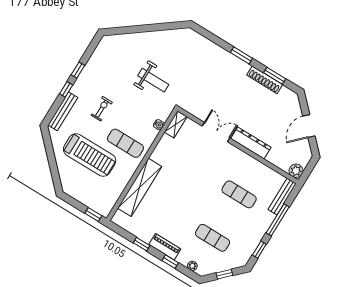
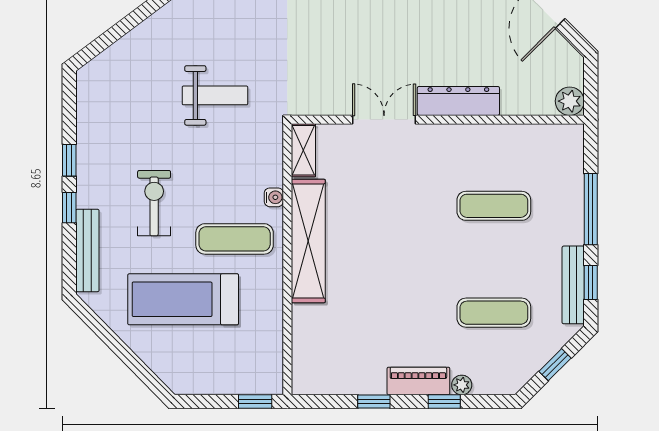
exercise bike: (102, 109) -> (154, 203), width x1.38, depth x1.39
water cooler: (159, 125) -> (274, 197), moved
treadmill: (90, 155) -> (183, 299), turned 180
shelving: (140, 187) -> (308, 241), moved
bench: (282, 197) -> (573, 285), moved
plant: (192, 266) -> (462, 385), moved

